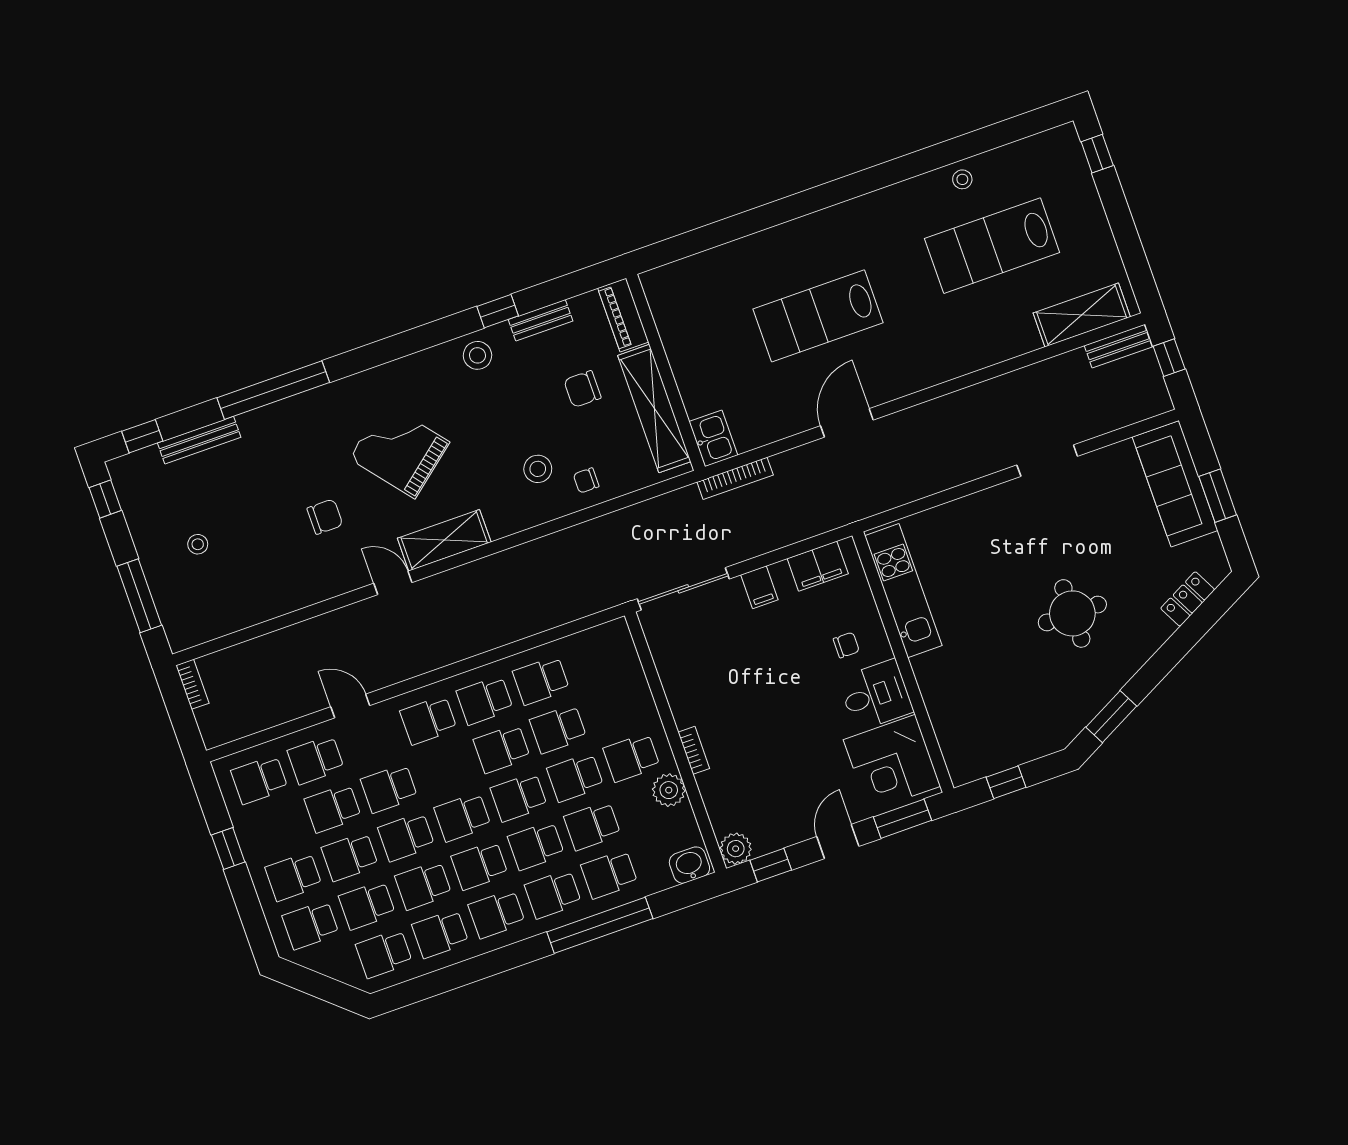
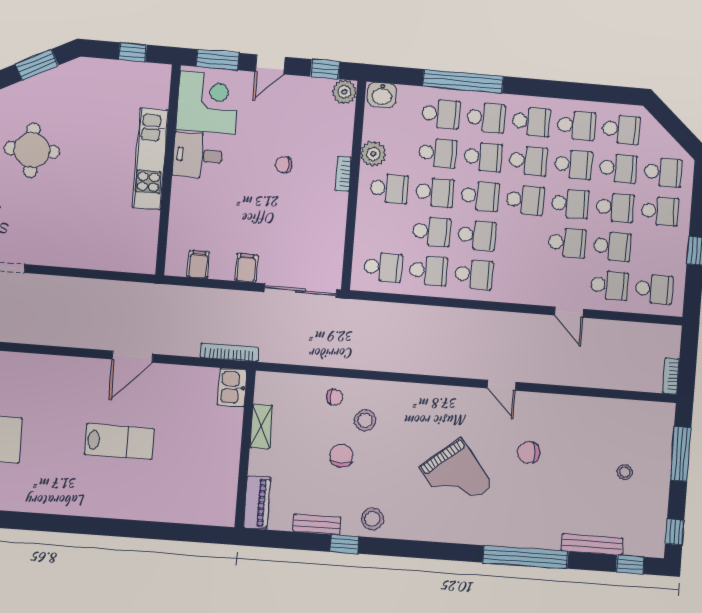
lab bench: (818, 316) -> (119, 442), width x0.73, depth x0.72
chair: (582, 389) -> (341, 456), moved, turned -90
shelving: (654, 409) -> (261, 427), width x0.45, depth x0.75
shelving: (444, 540) -> (453, 399), removed
filing cabinet: (818, 566) -> (198, 264), width x0.50
kitchen unit: (903, 591) -> (150, 159), moved
chair: (846, 645) -> (284, 165), moved
school desk: (428, 720) -> (383, 267), moved

